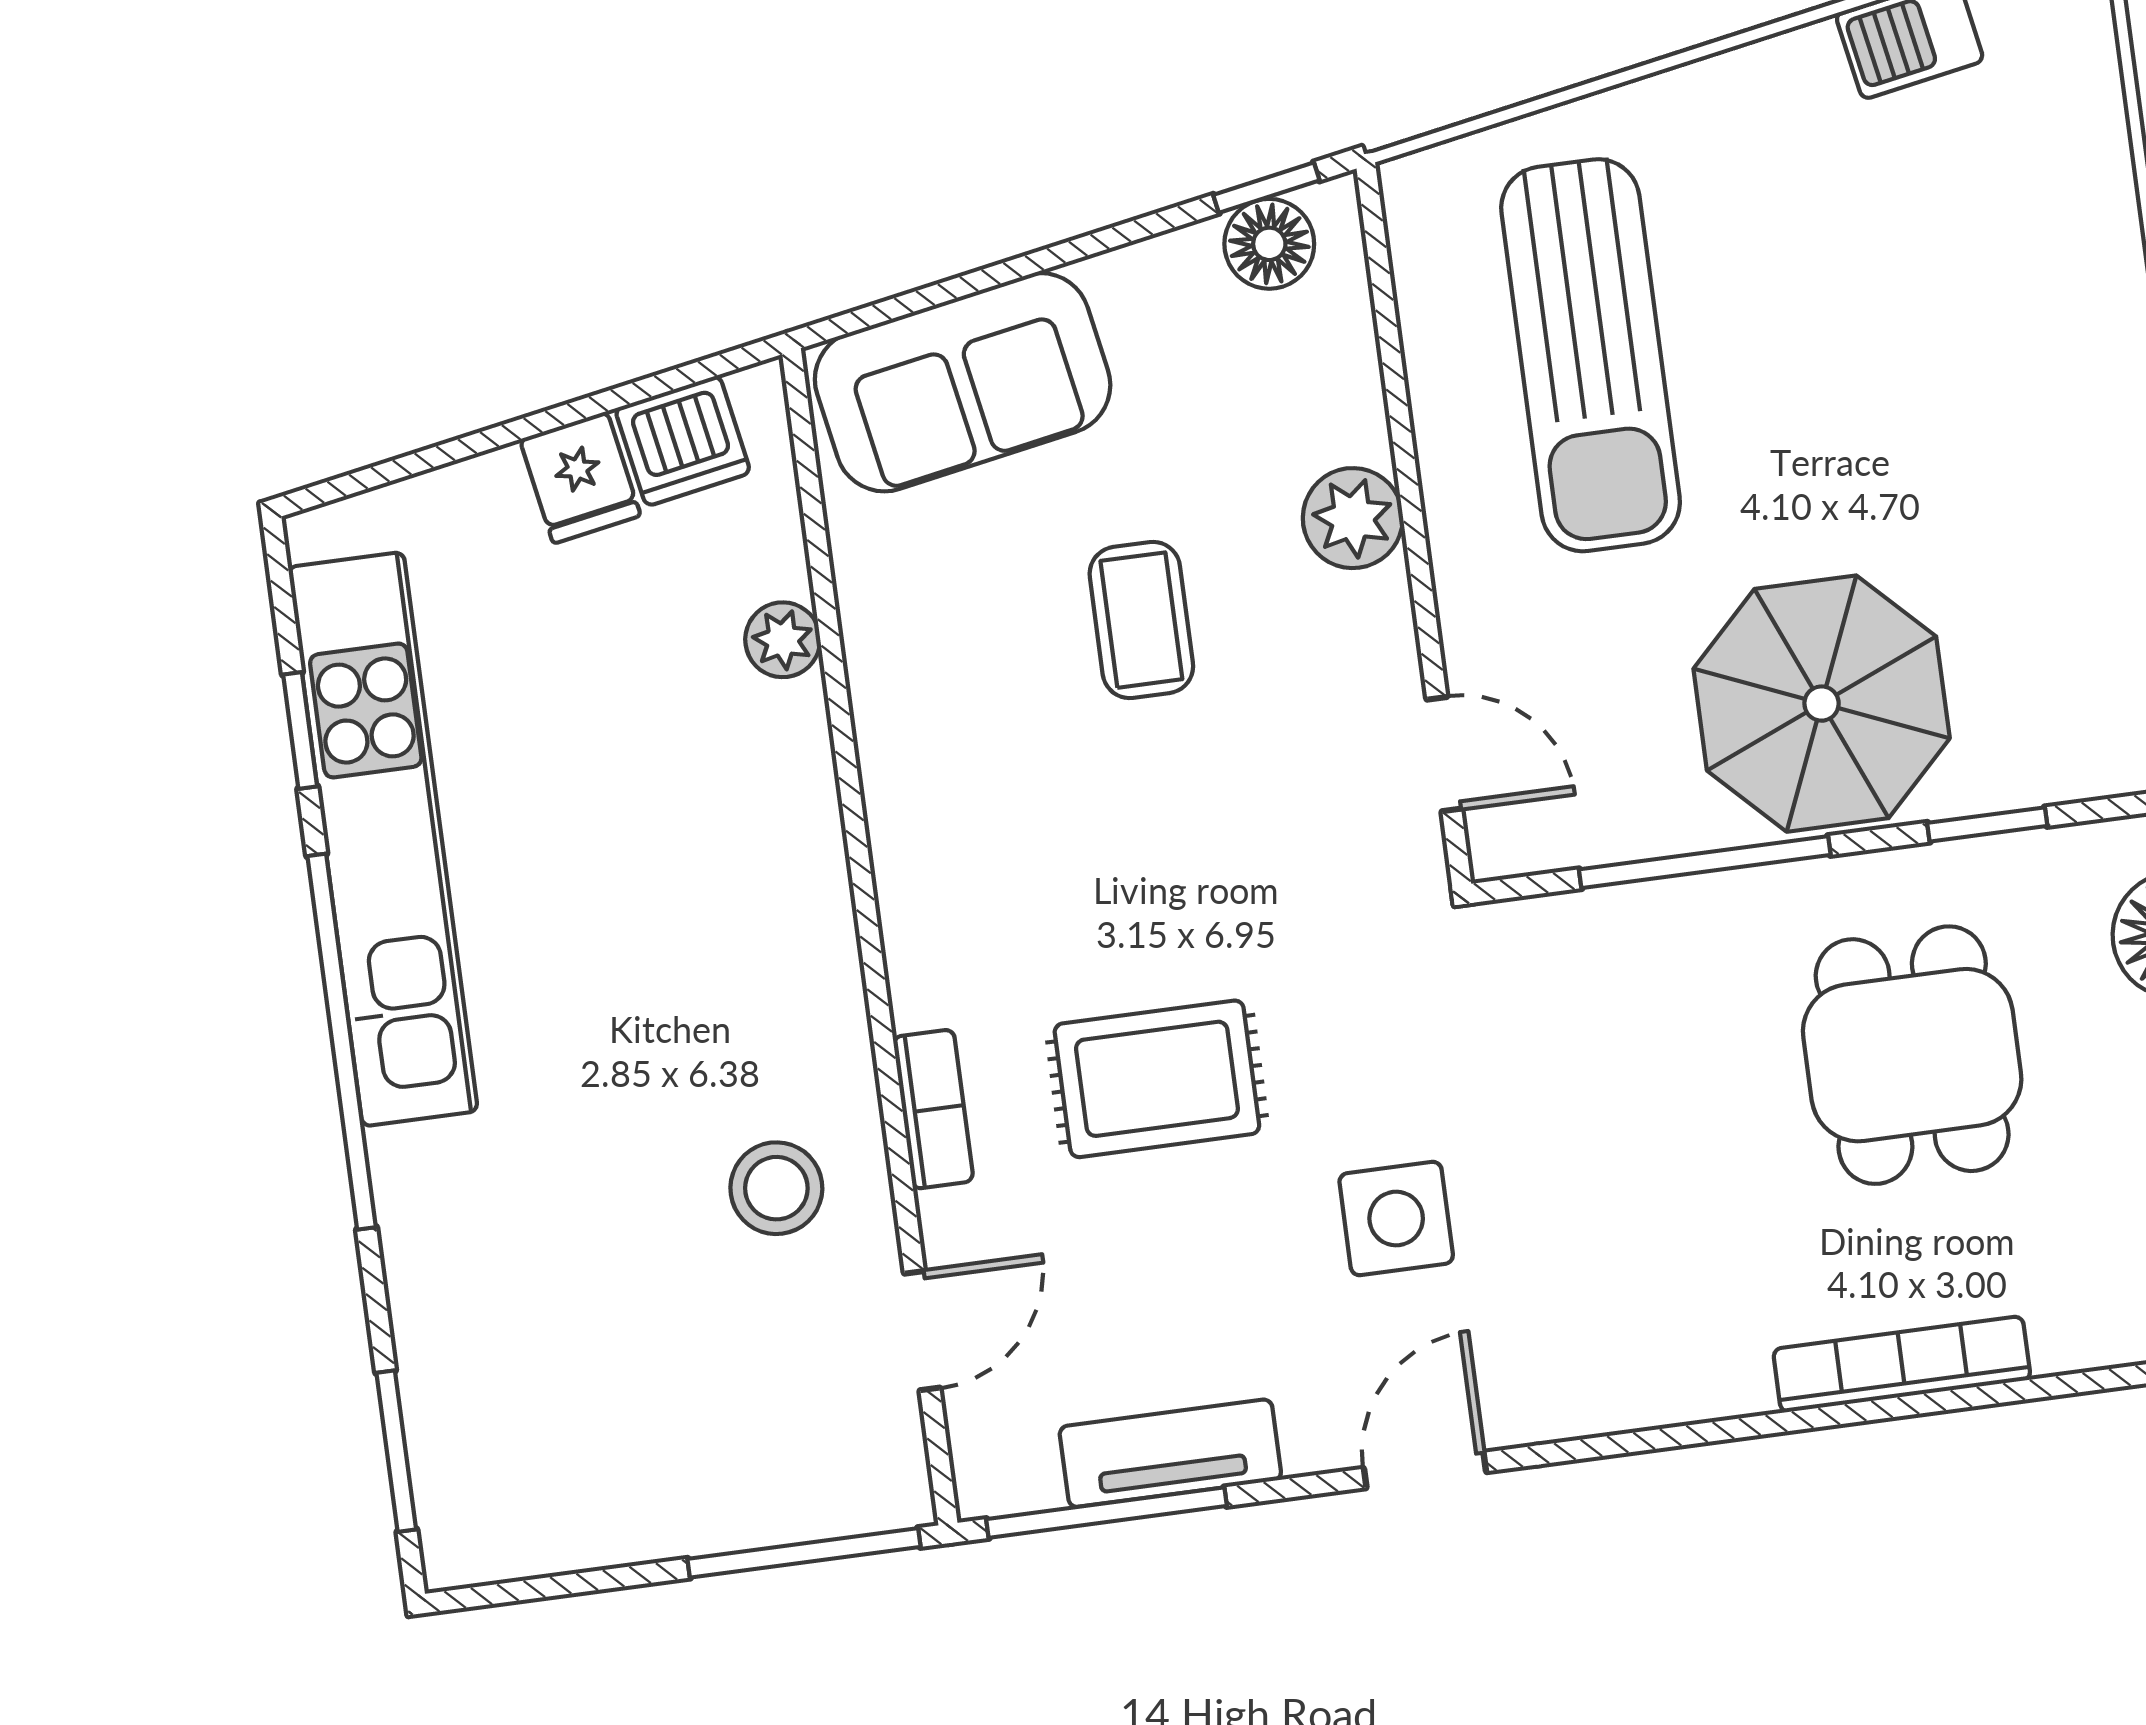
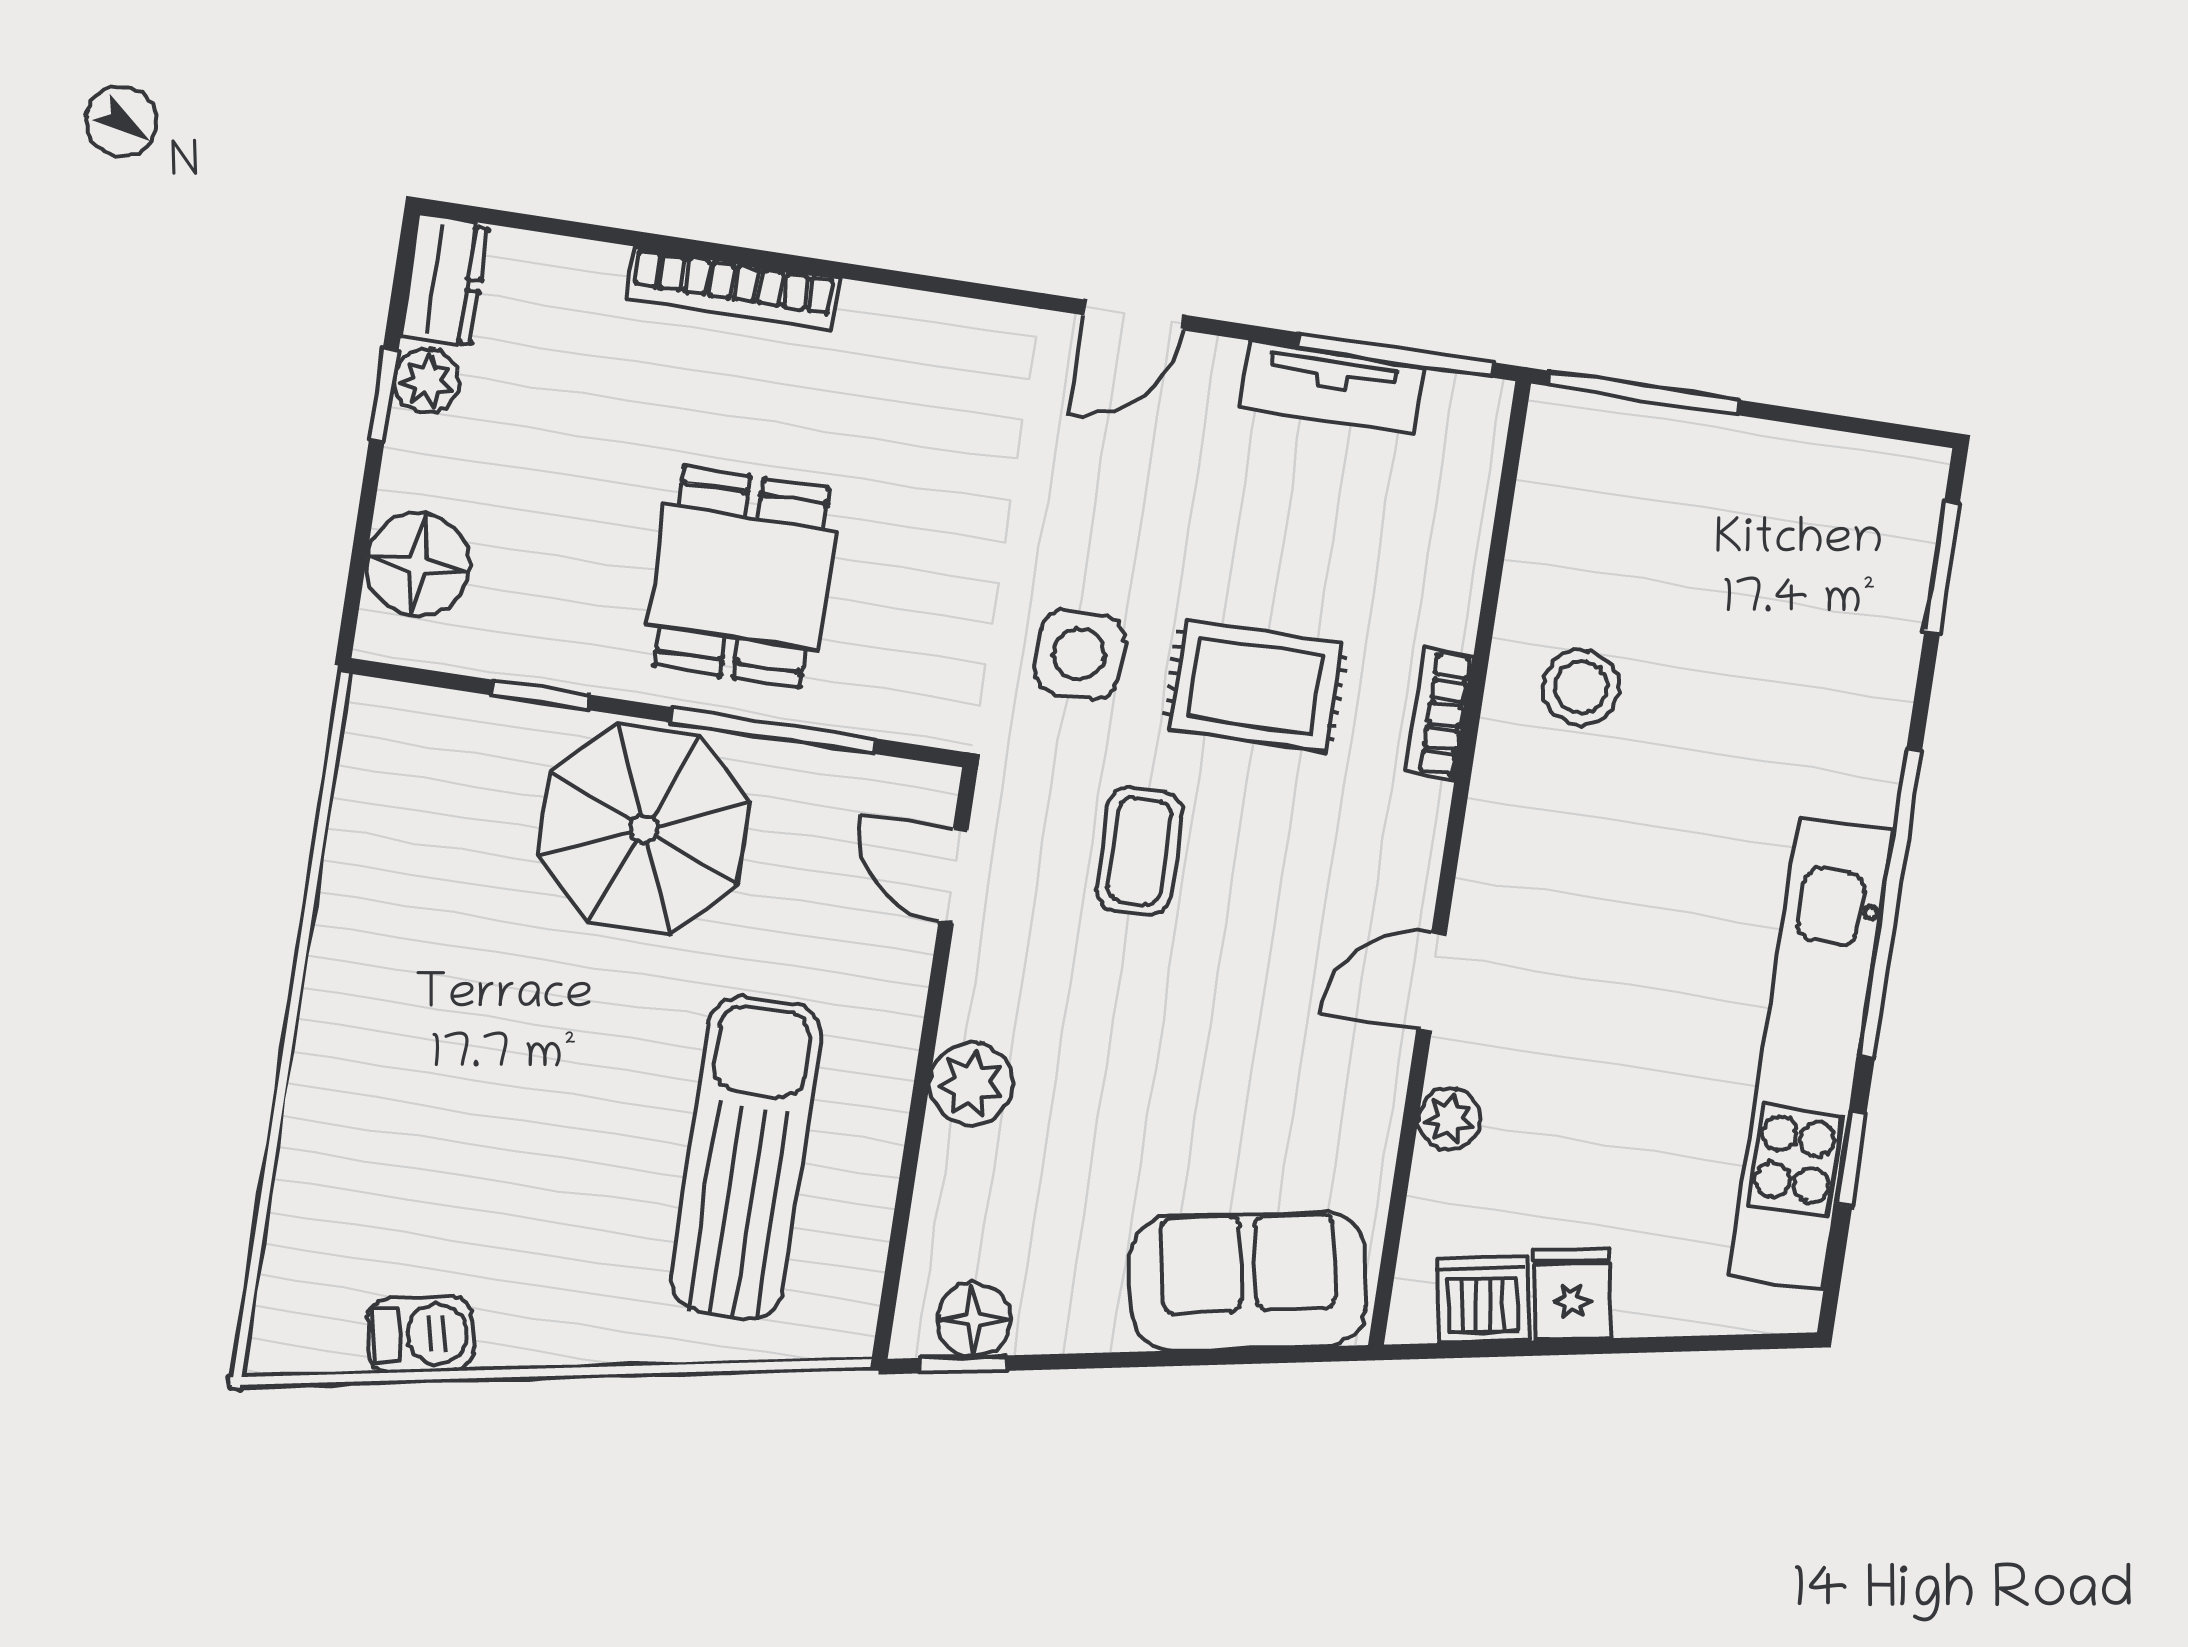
coffee table: (1141, 620) -> (1140, 851), moved
dining table: (1912, 1055) -> (741, 577), moved
side table: (1396, 1219) -> (1079, 654), moved
door: (922, 1331) -> (1432, 982), moved

